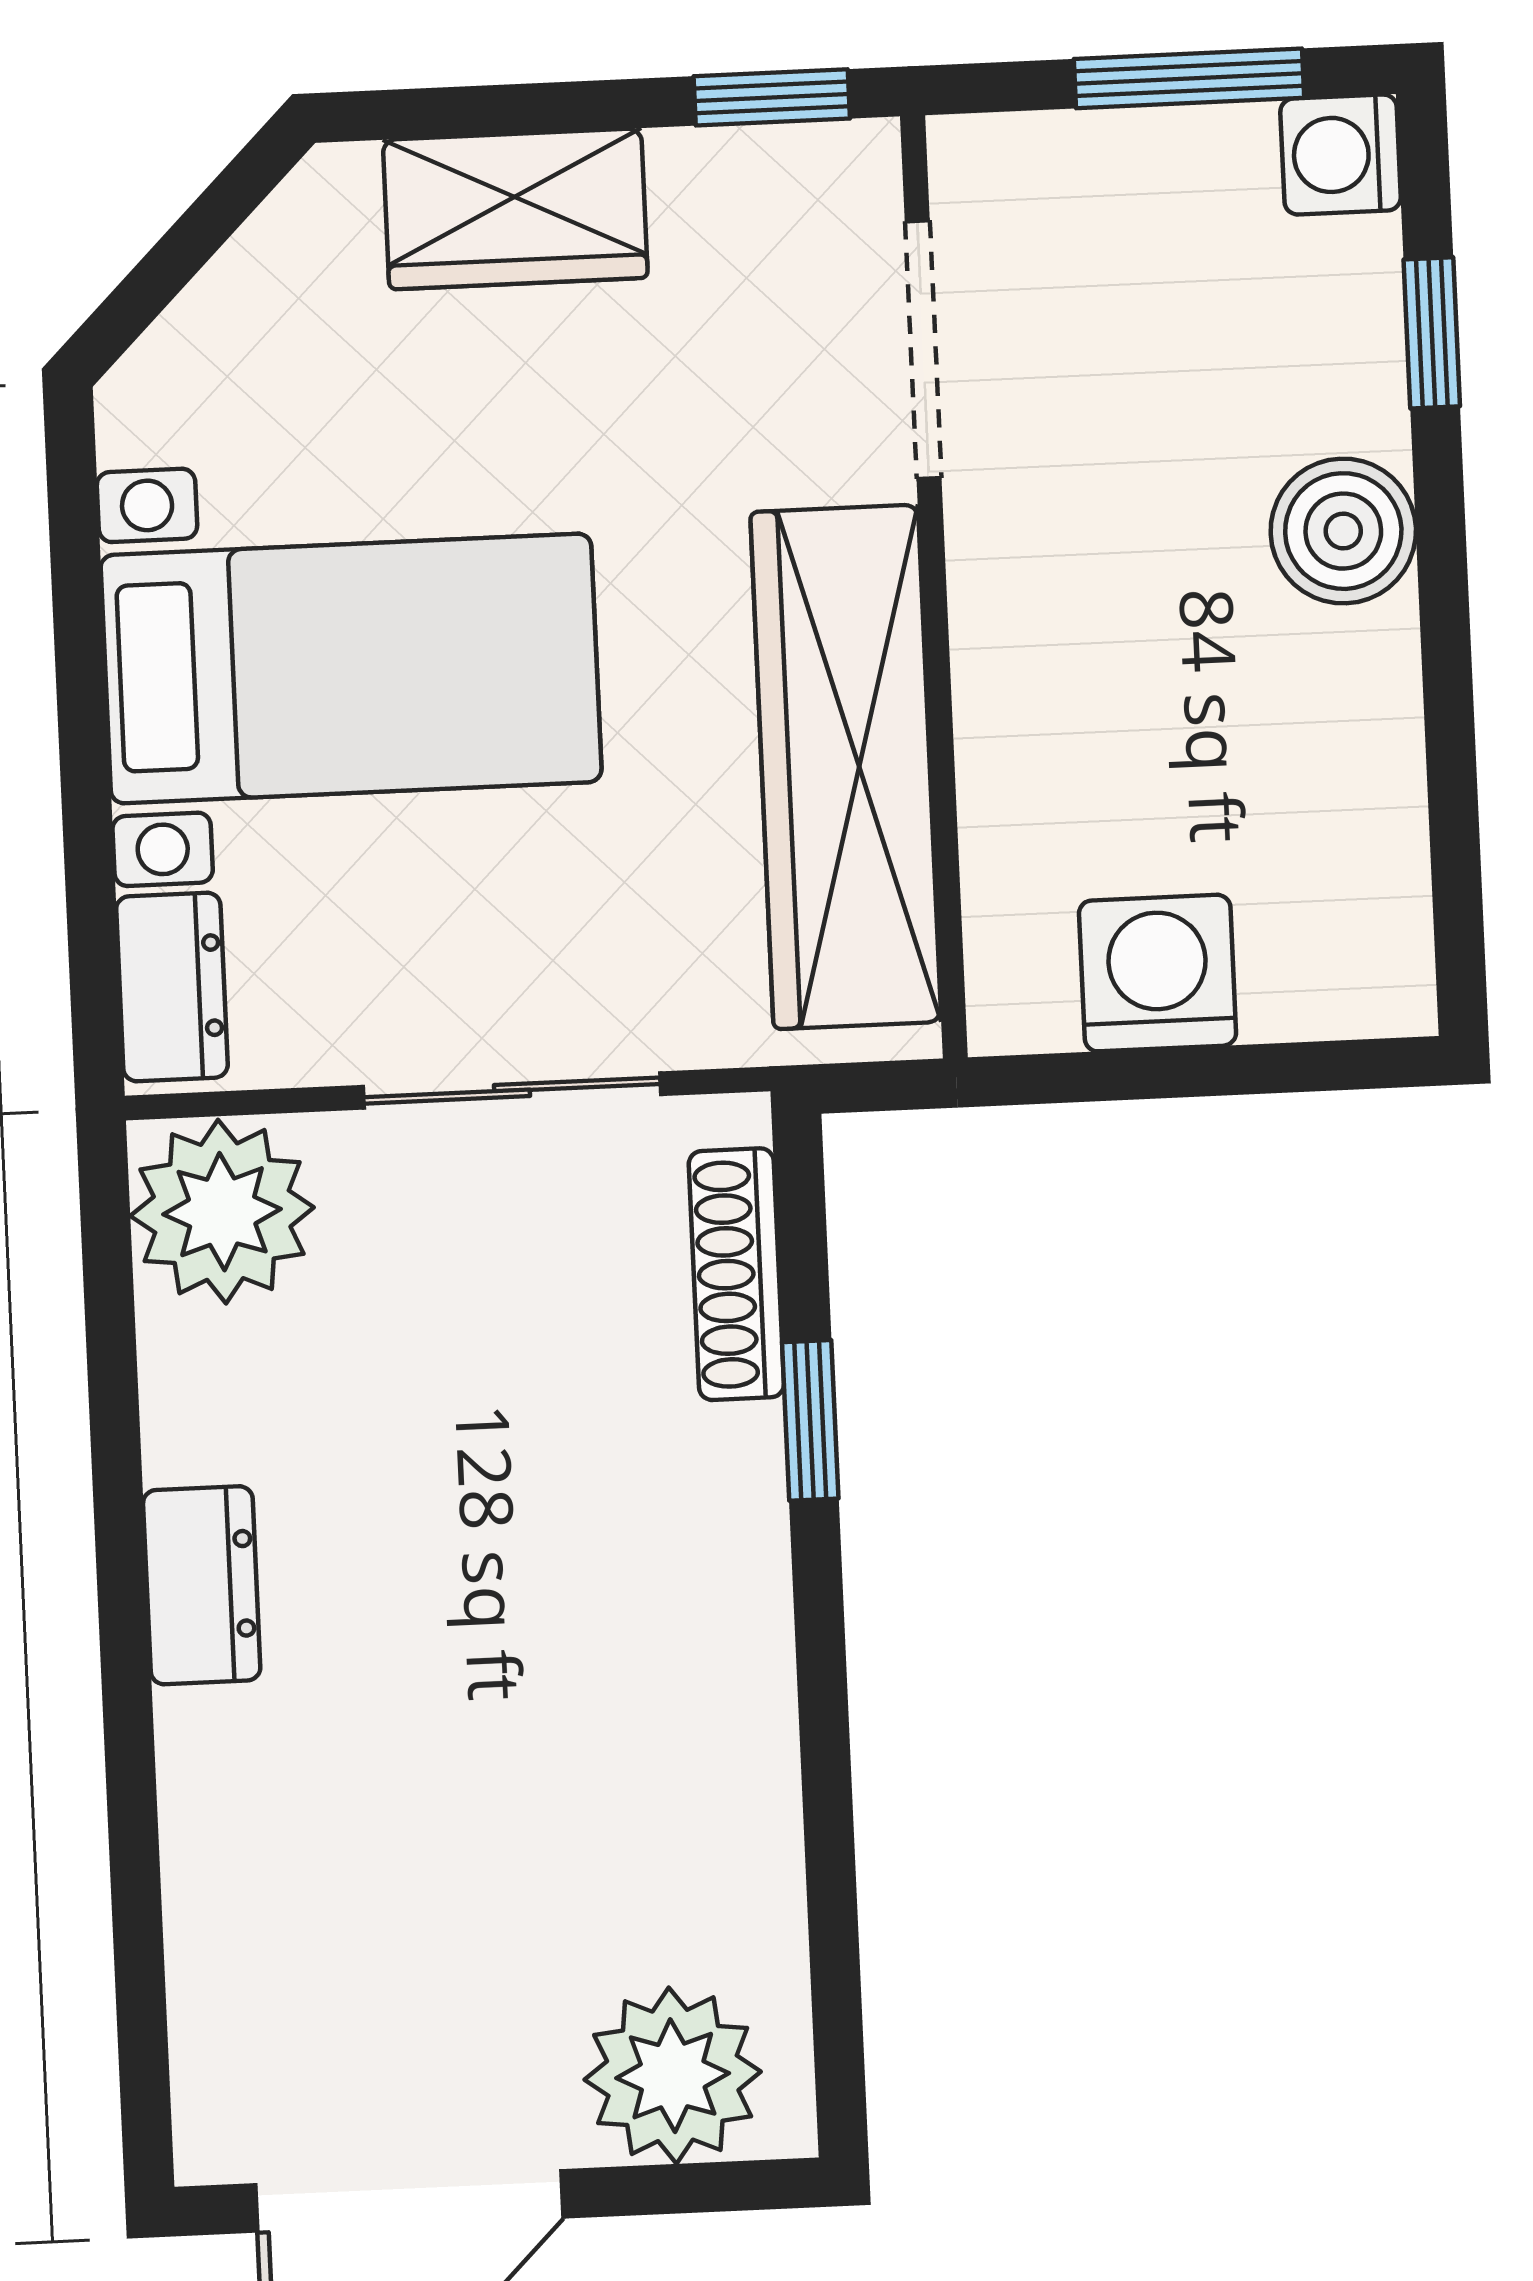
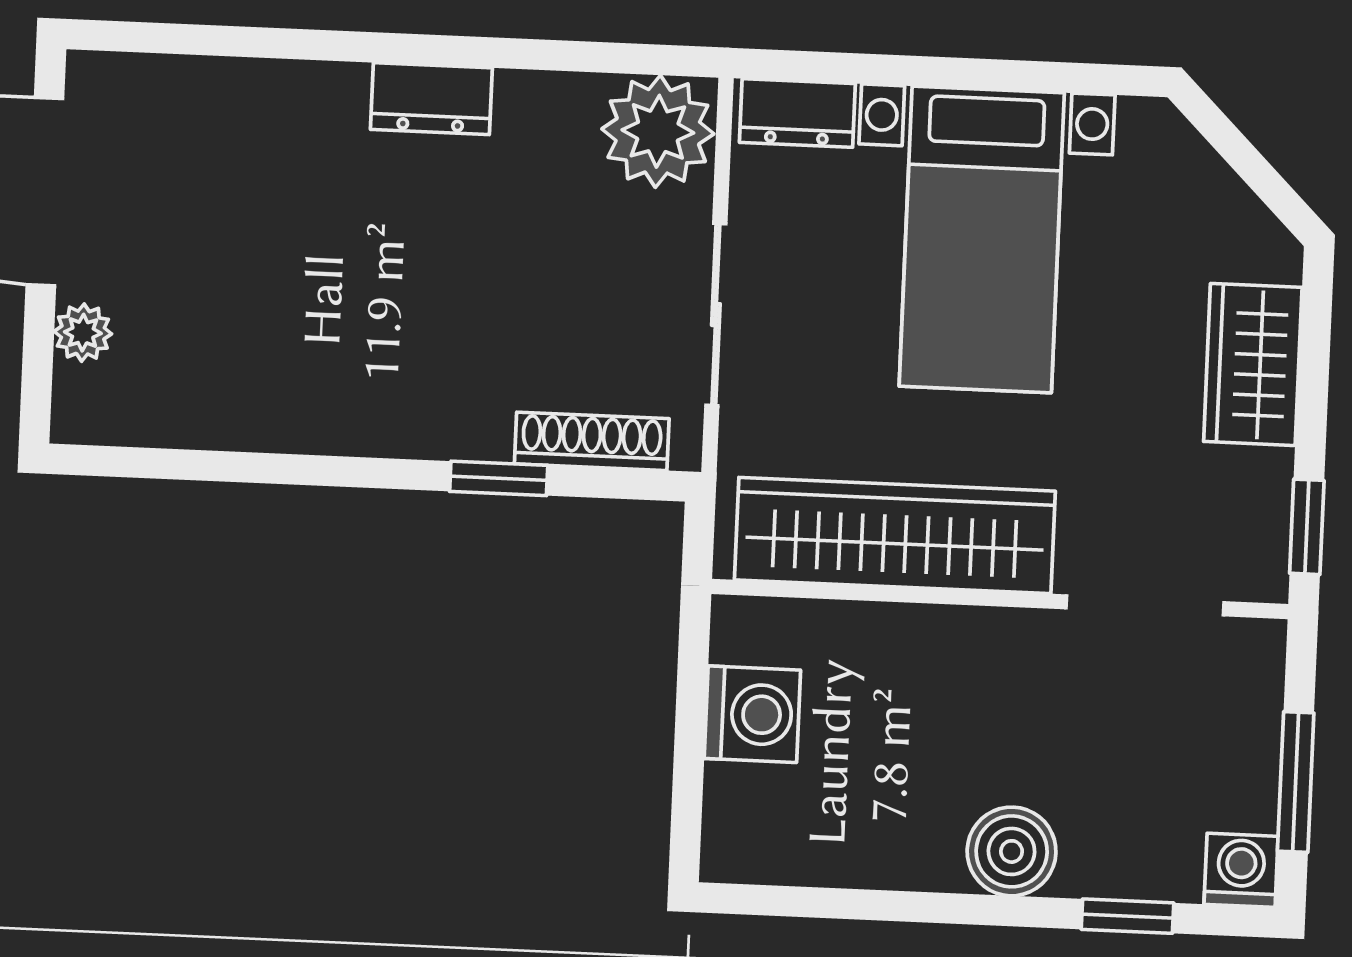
plant: (673, 2076) -> (83, 333), width x0.53, depth x0.53

